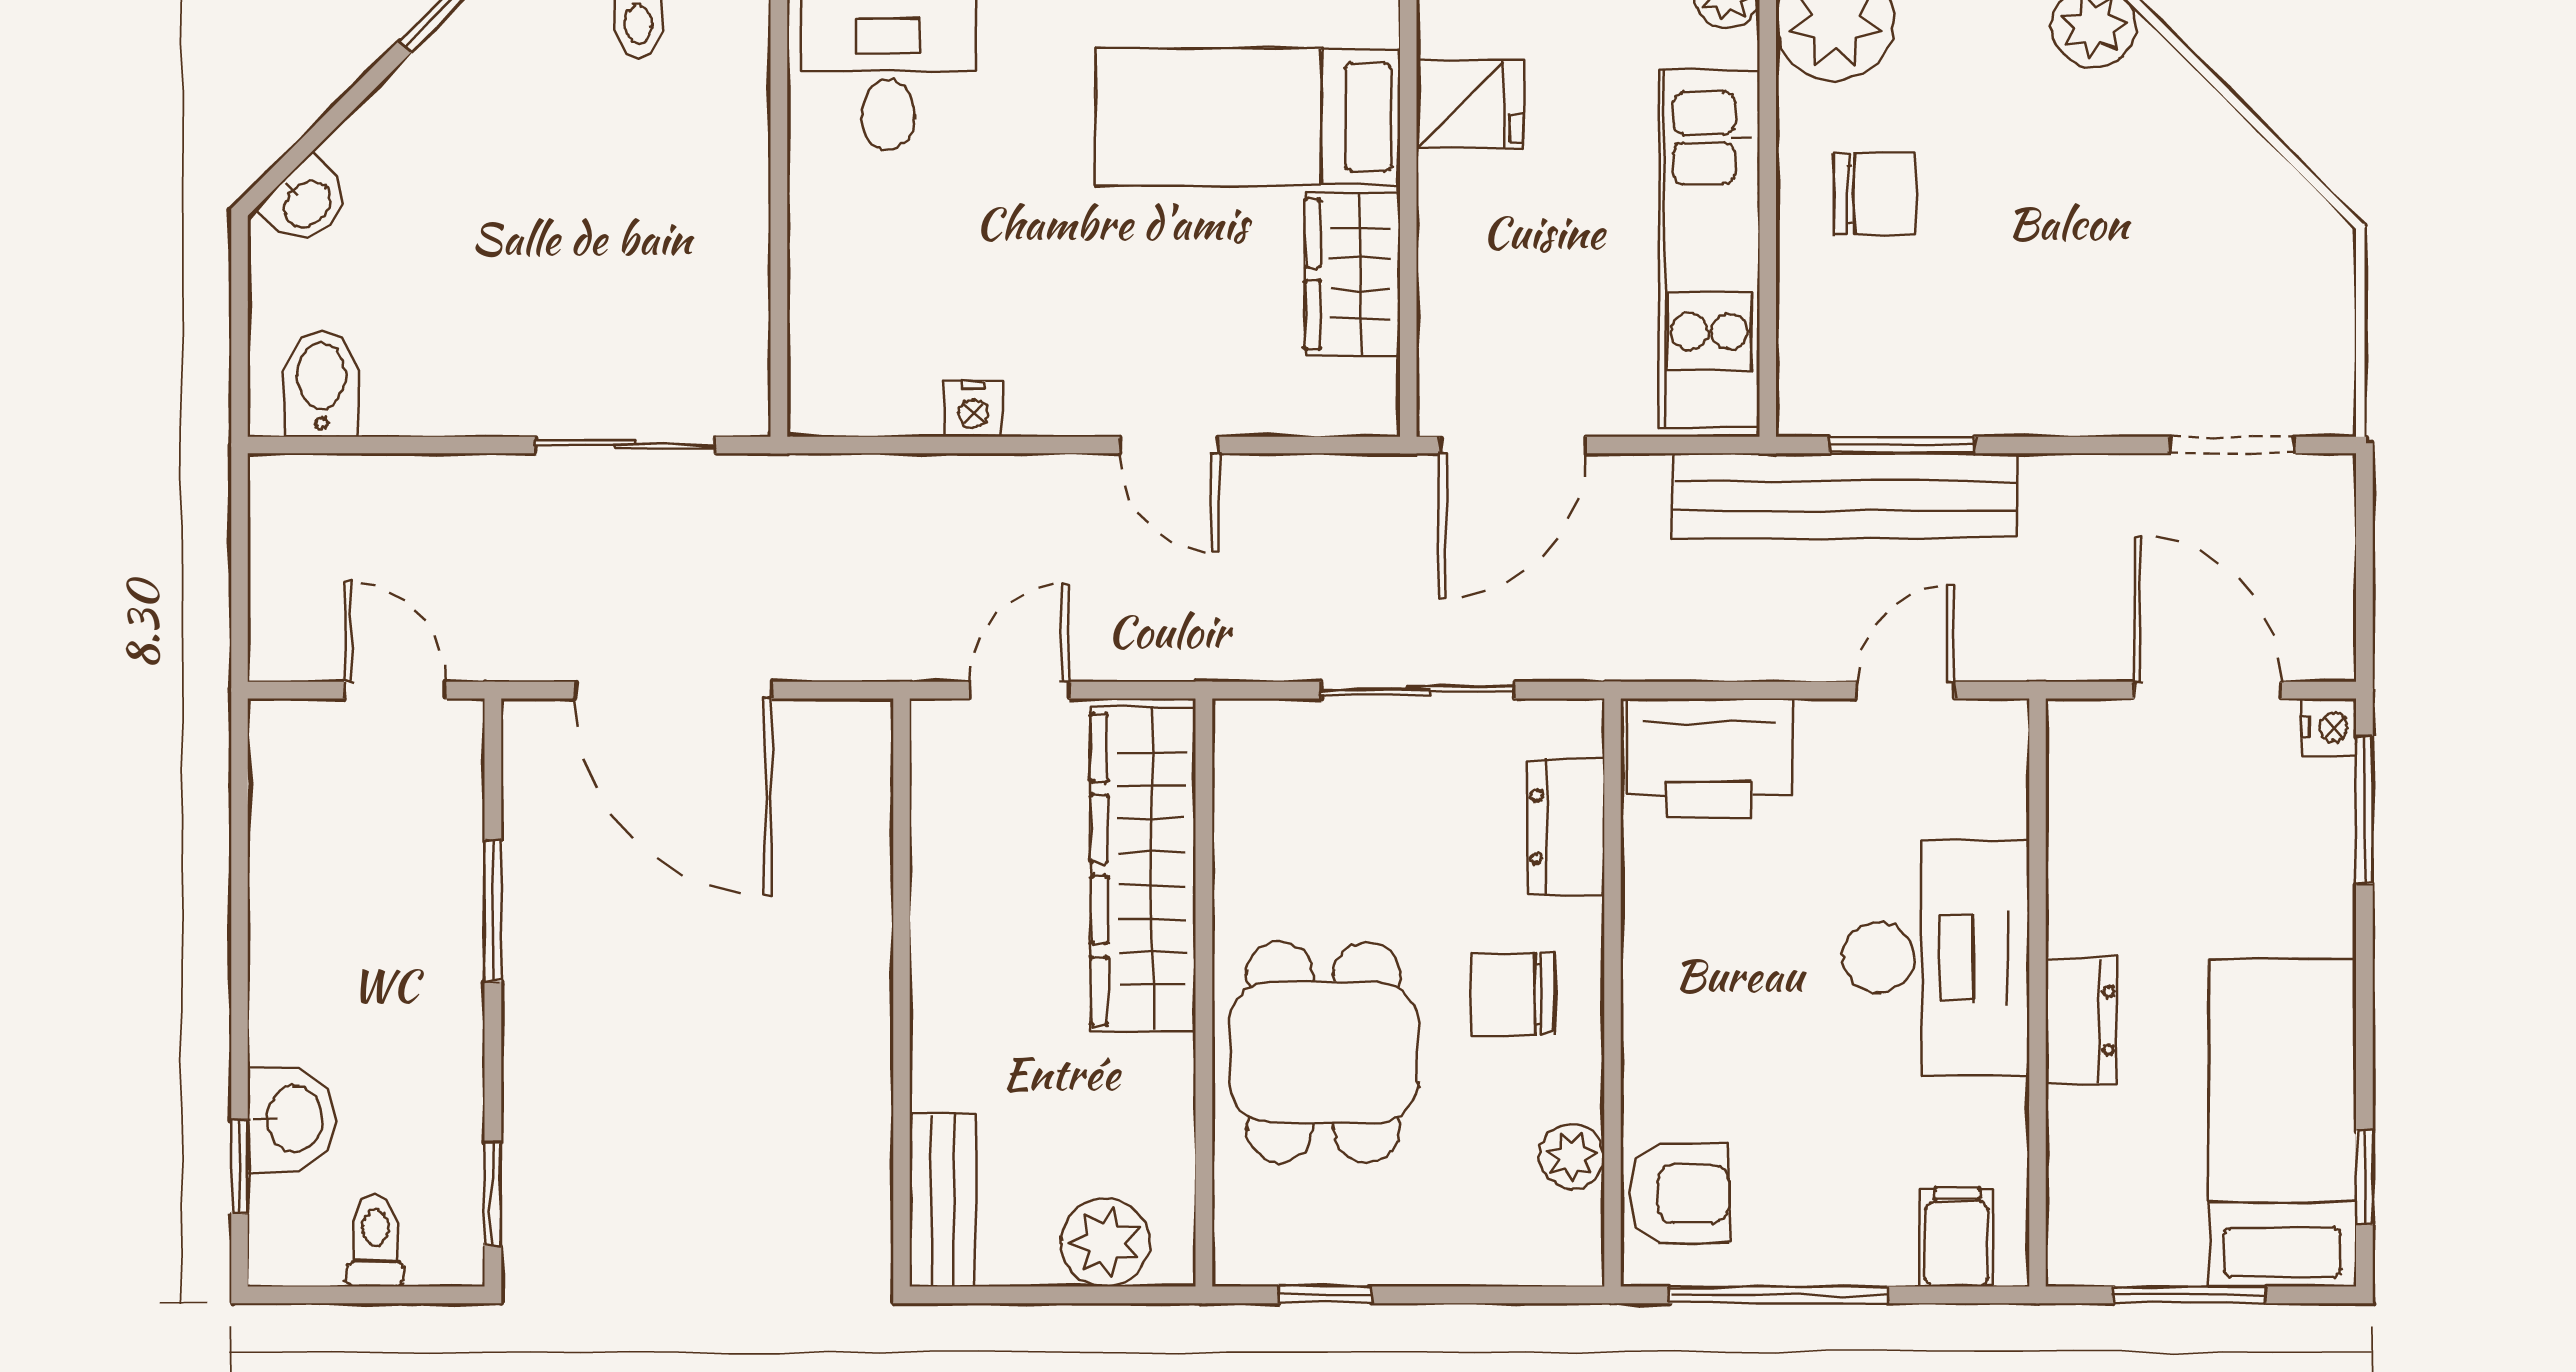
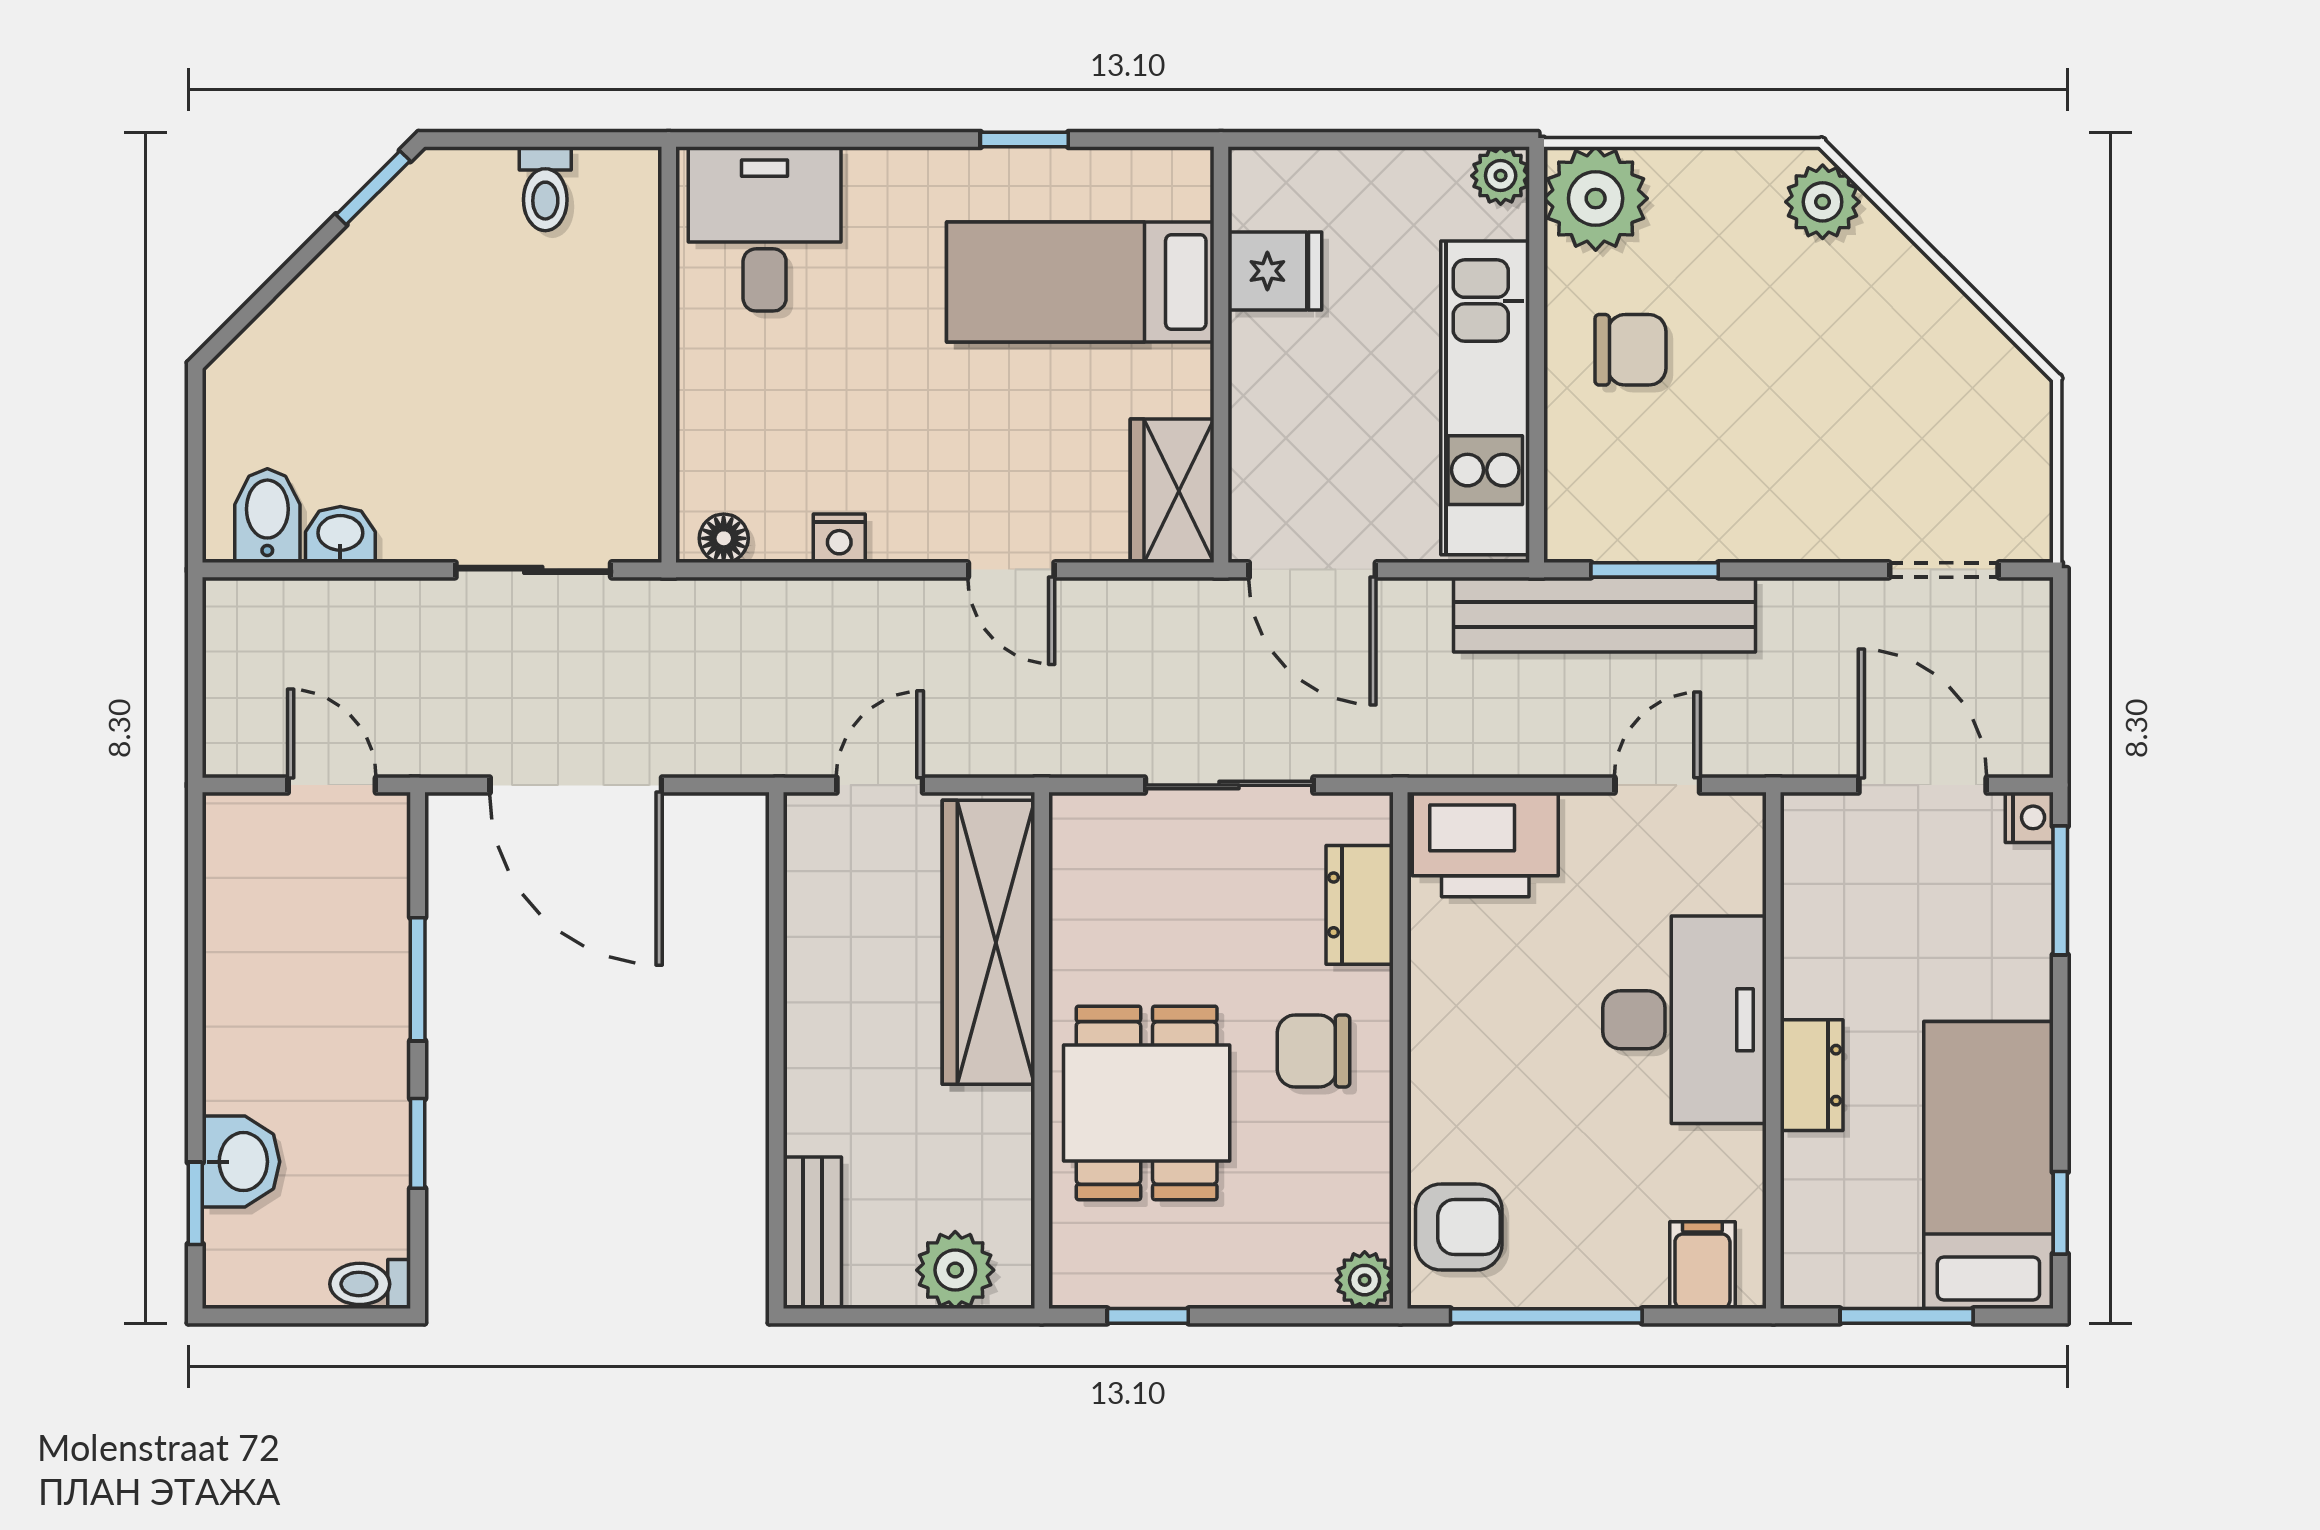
washbasin: (306, 203) -> (340, 535), moved, turned -135
wardrobe: (1353, 274) -> (1172, 491), moved
floor lamp: (842, 409) -> (724, 538), added
door: (1512, 445) -> (1312, 570), hinge flipped
plant: (1572, 1157) -> (1365, 1280), moved
window: (493, 1194) -> (418, 1143), moved
toilet: (375, 1241) -> (370, 1284), moved, turned -90

